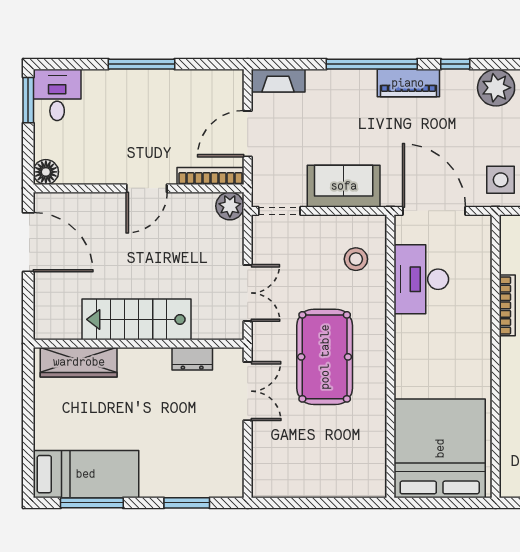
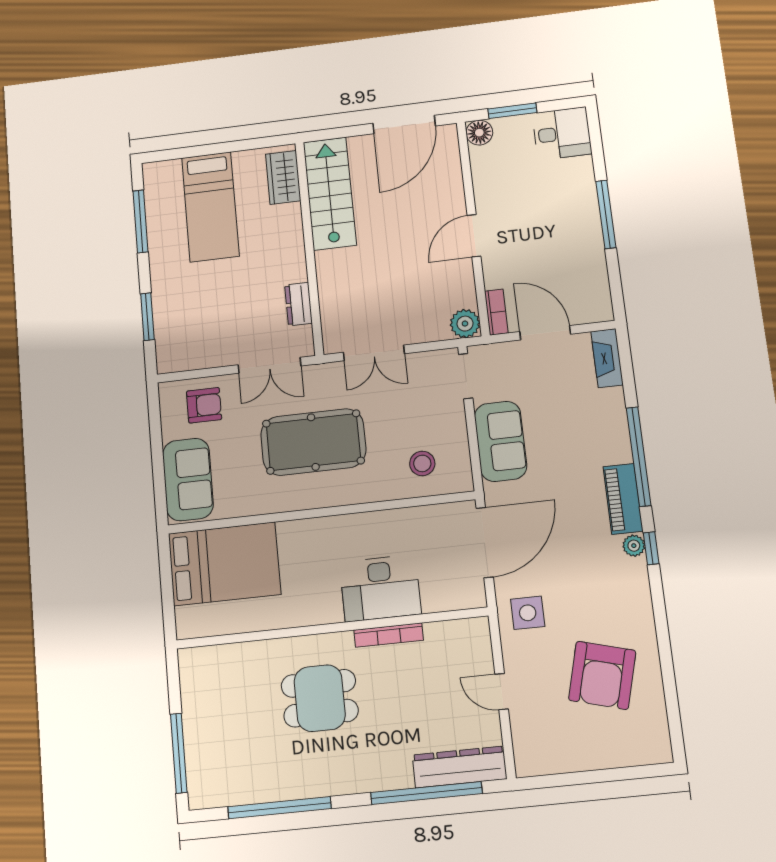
plant: (496, 88) -> (634, 546), moved, width x0.53, depth x0.53
window: (28, 100) -> (512, 111), moved
bookcase: (210, 176) -> (496, 312), width x0.64
door: (147, 188) -> (474, 236), hinge flipped
desk: (421, 279) -> (380, 588), moved, turned 180
stairs: (137, 319) -> (330, 193), moved
wardrobe: (79, 362) -> (283, 177), width x0.67
bed: (440, 448) -> (224, 564), width x0.73
armchair: (278, 456) -> (204, 405), added
bed: (86, 474) -> (210, 207), moved
sofa: (346, 476) -> (188, 479), added

